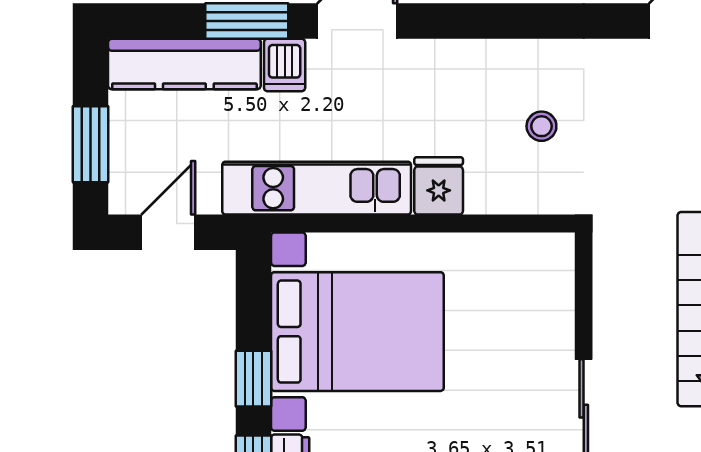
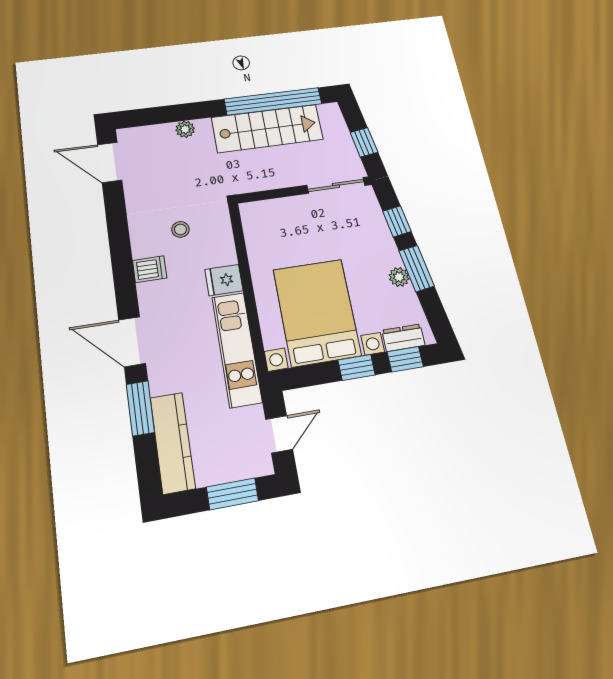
dishwasher: (285, 65) -> (150, 269), moved
door: (168, 232) -> (279, 434), swing flipped

